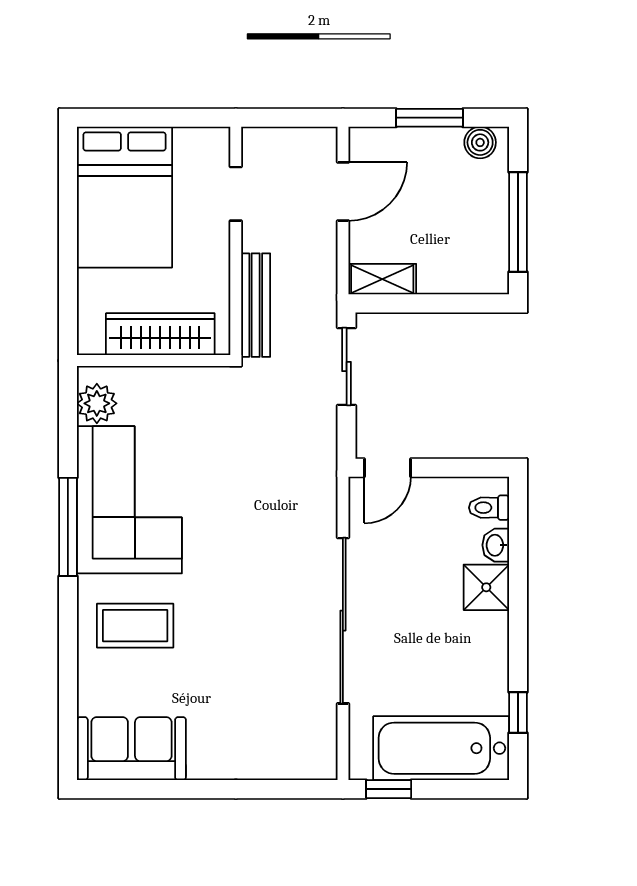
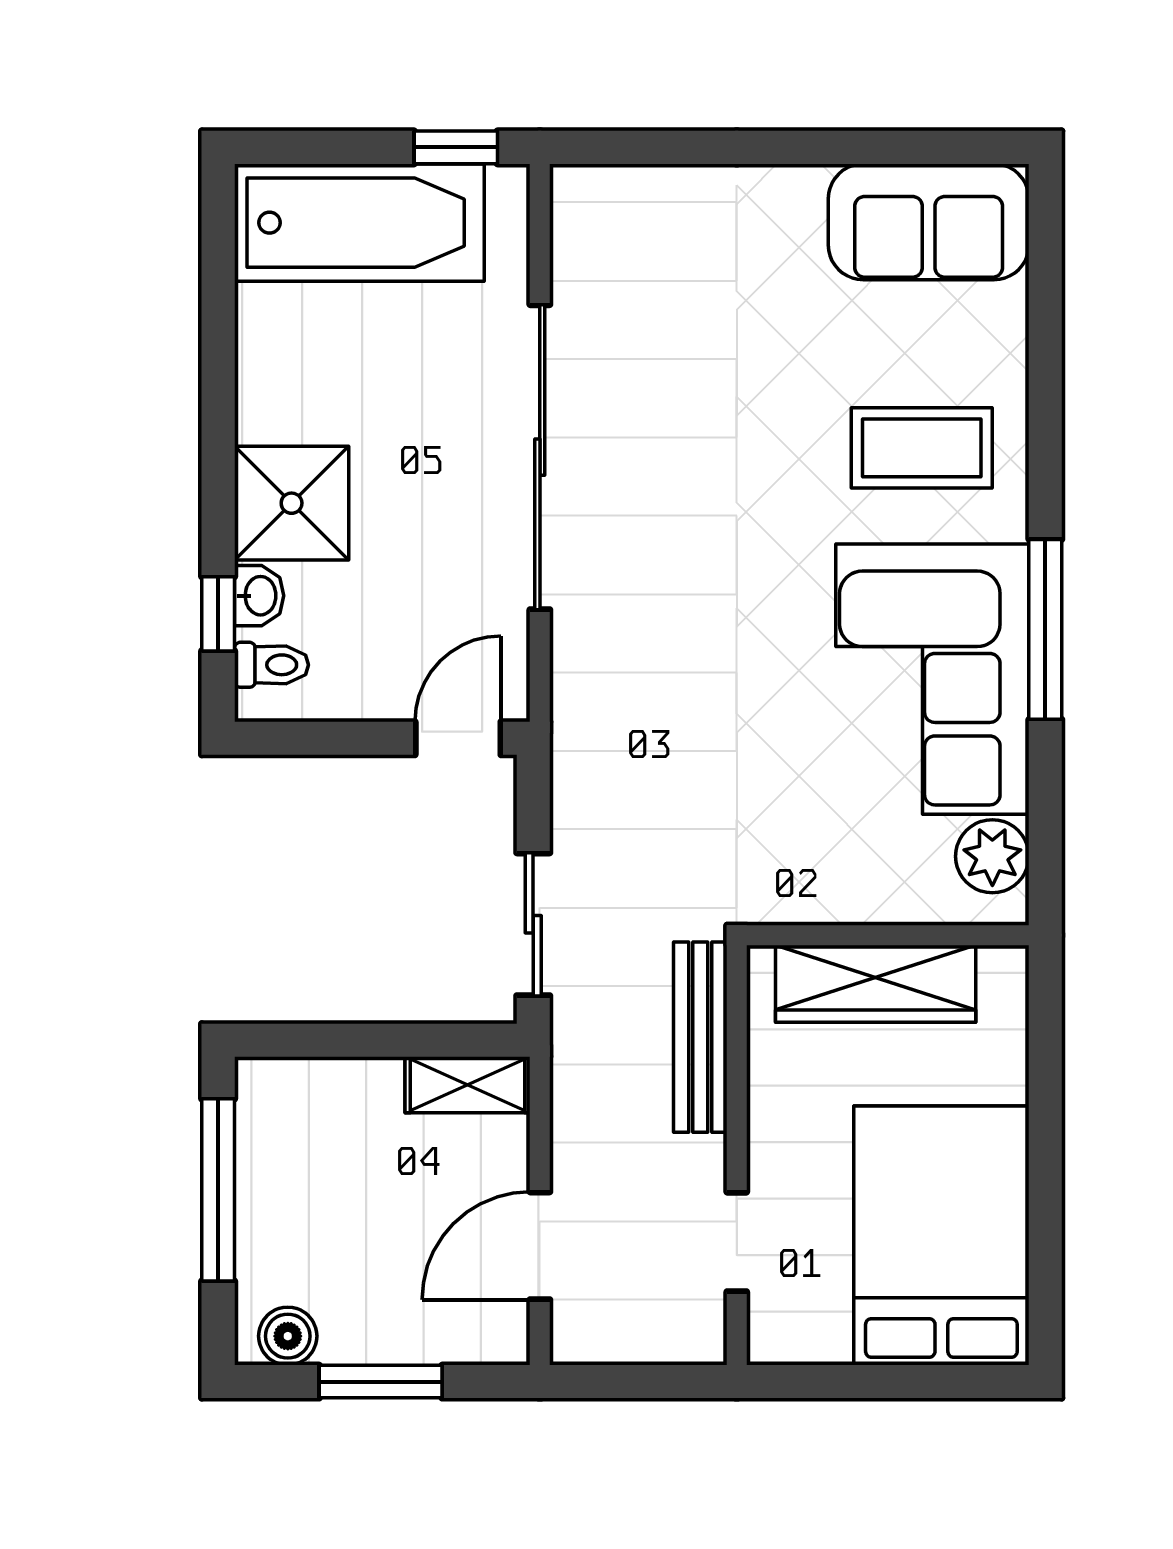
shower: (486, 587) -> (292, 503), width x1.36, depth x1.36
window: (518, 713) -> (218, 614), moved

